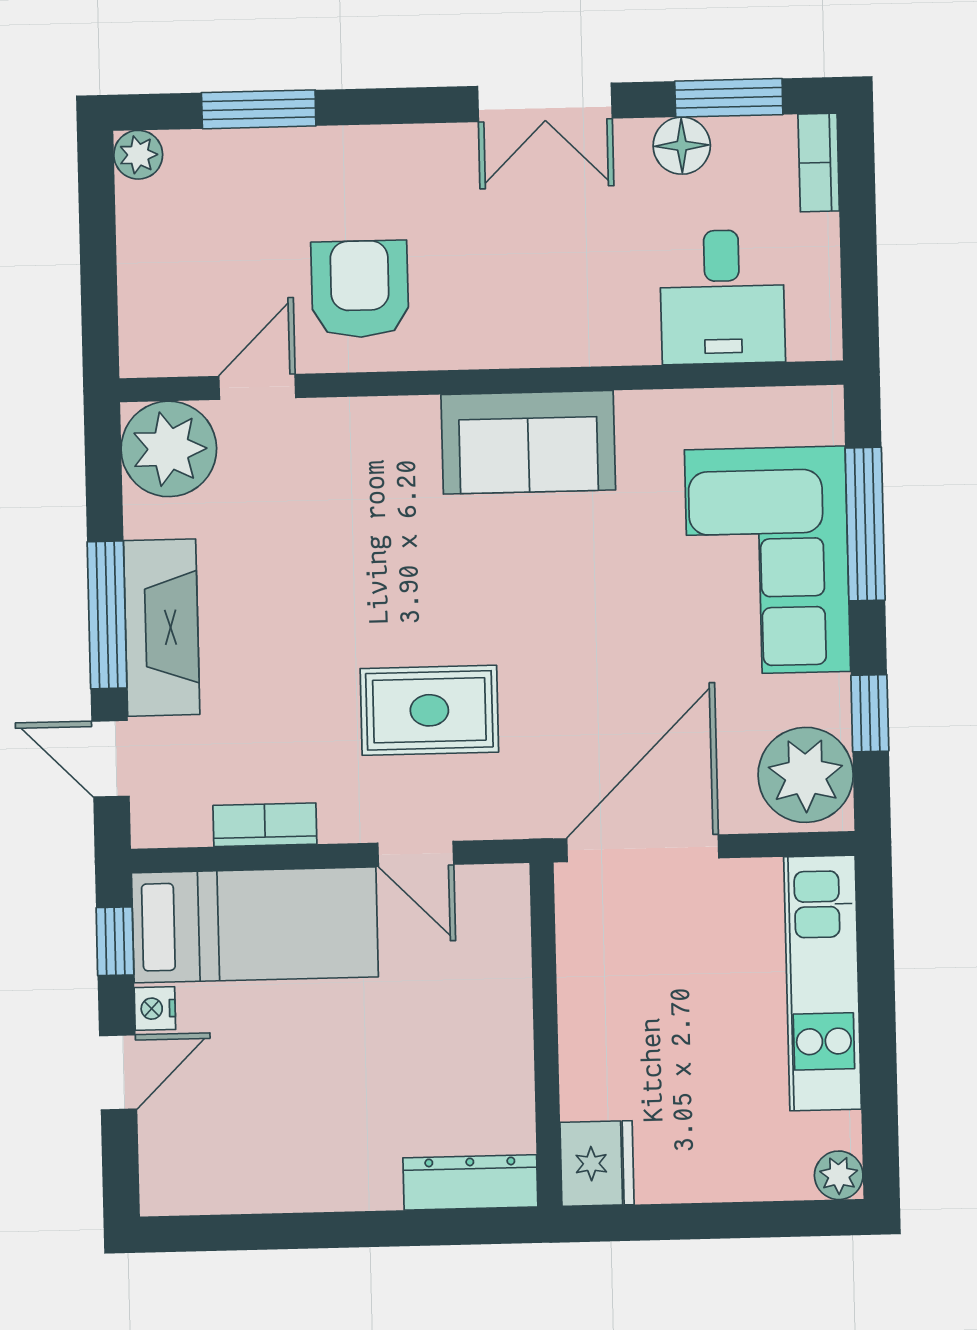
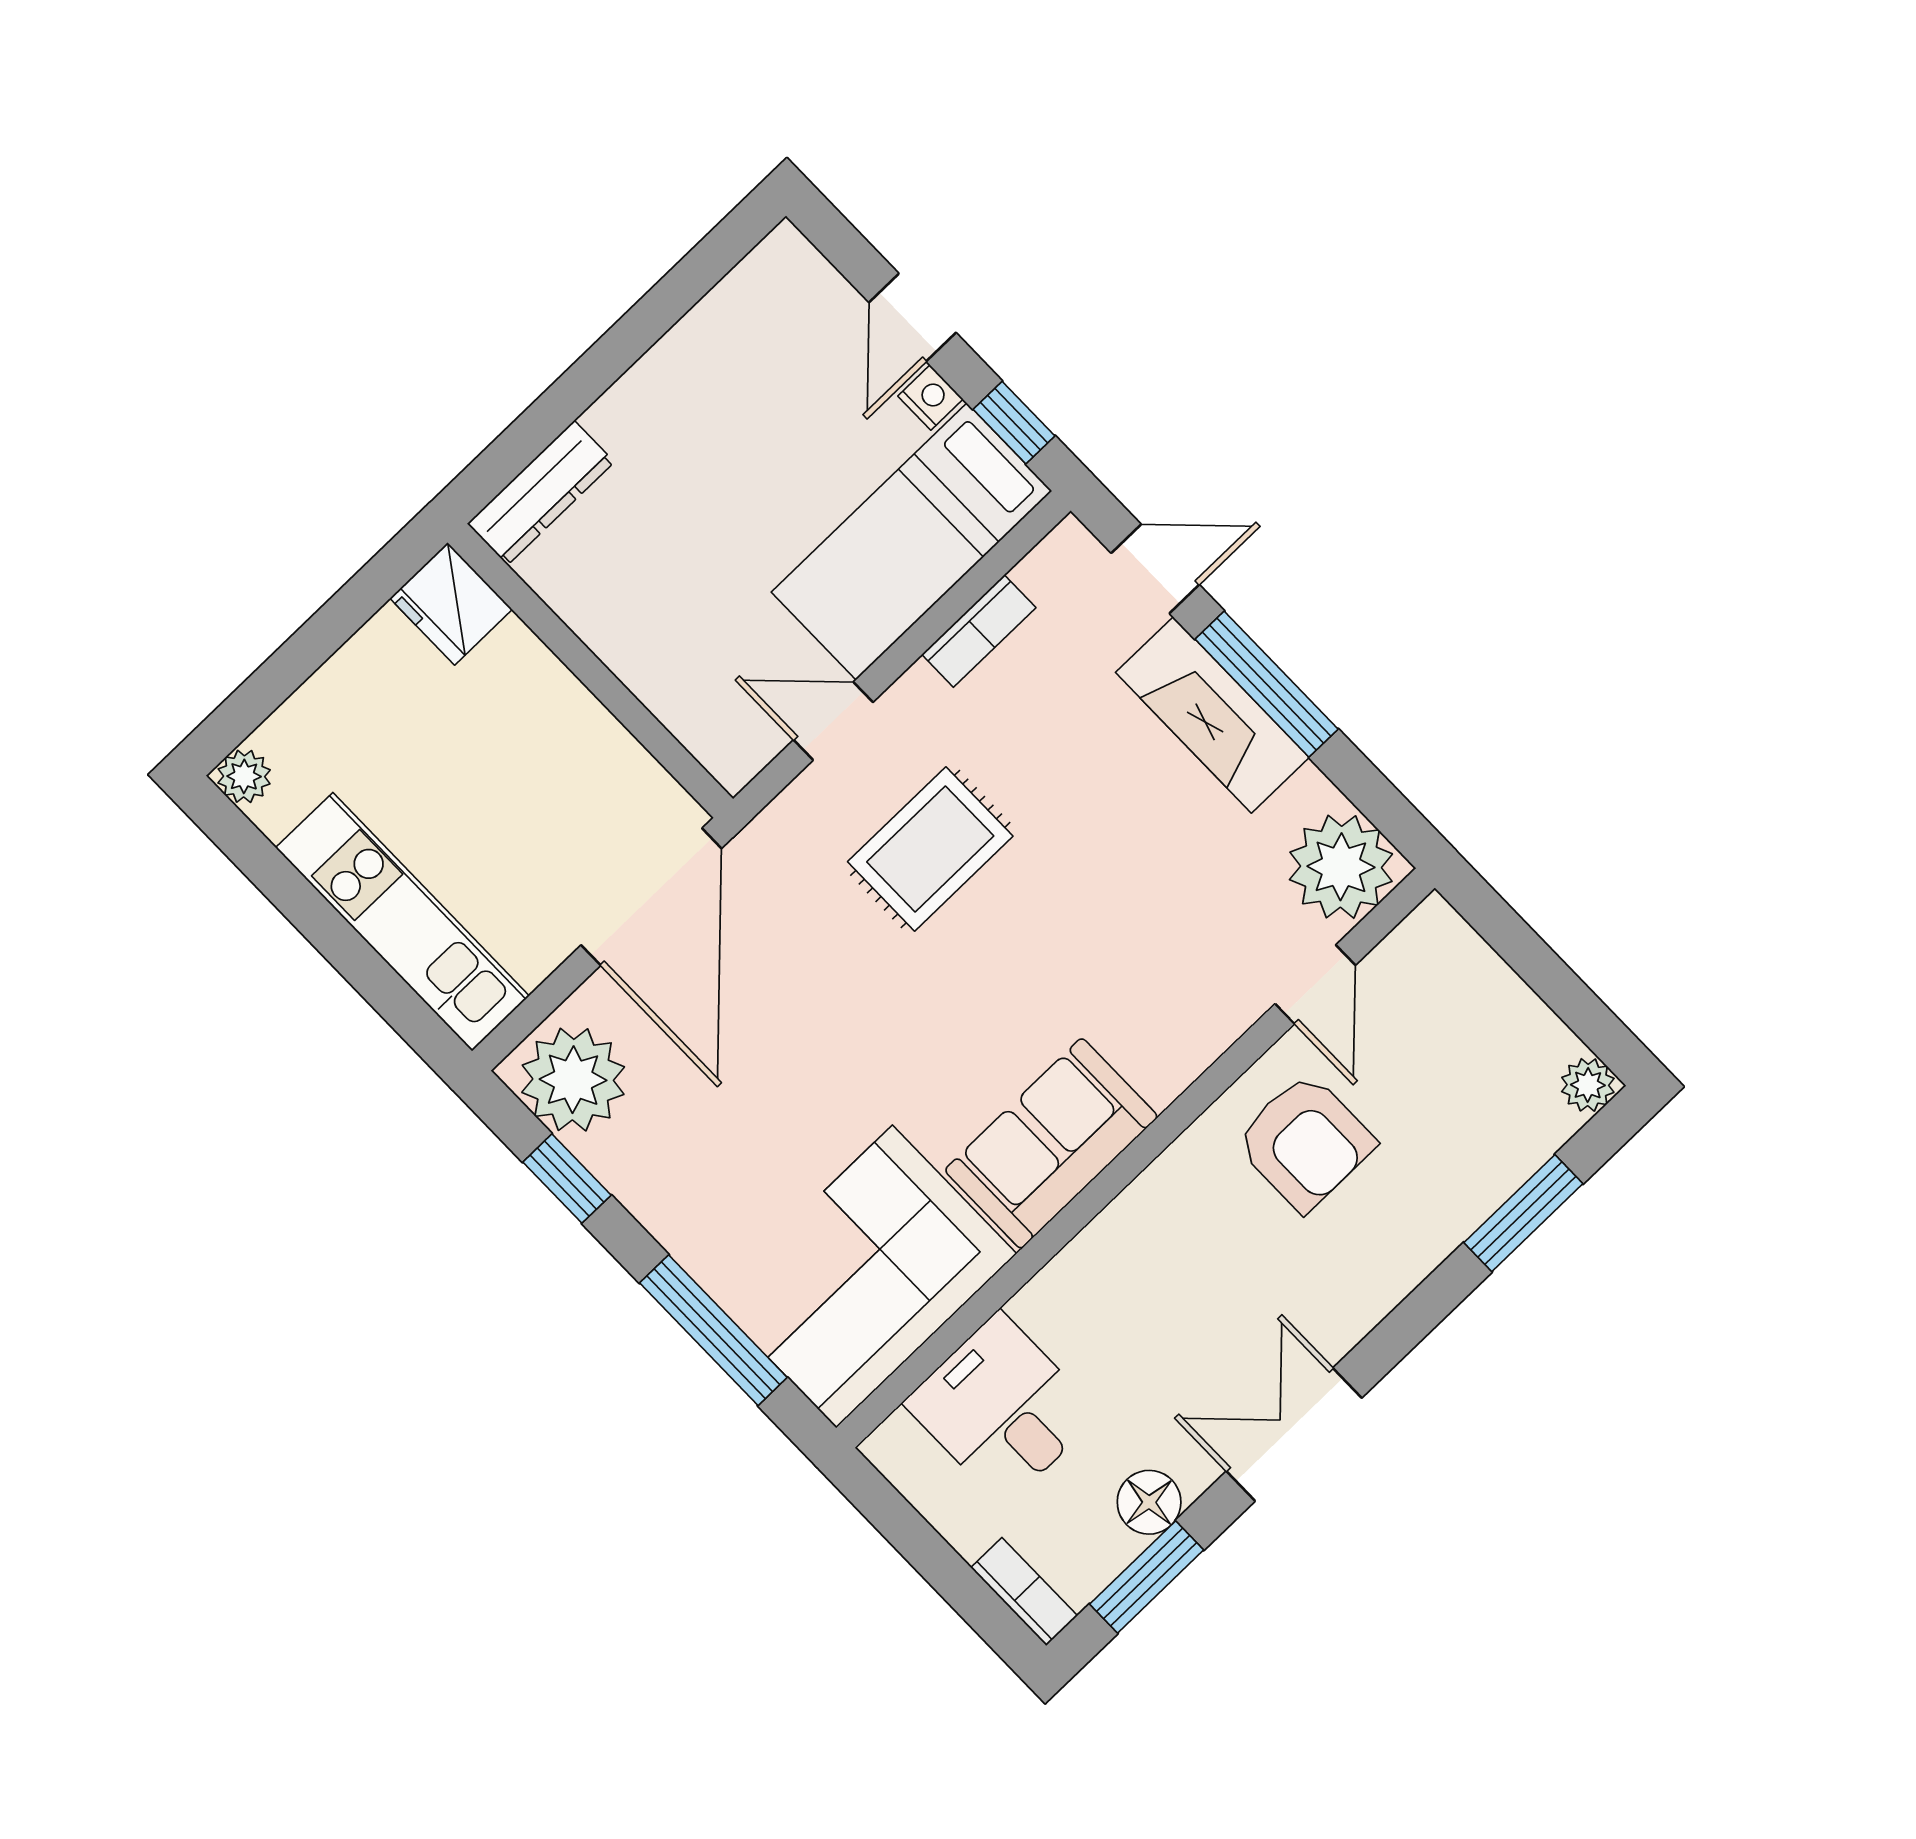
corner sofa: (767, 561) -> (864, 1276), moved, turned -90

